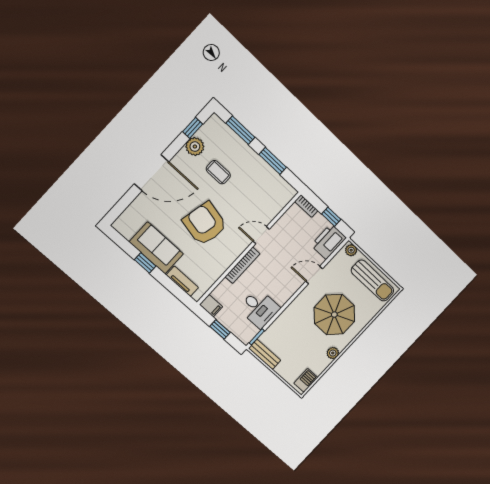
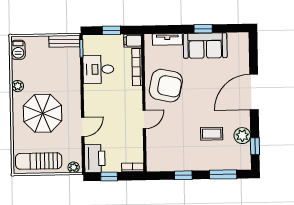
window: (273, 161) -> (183, 175), width x0.67
armchair: (205, 224) -> (166, 86), moved
bookcase: (243, 265) -> (137, 67), moved

